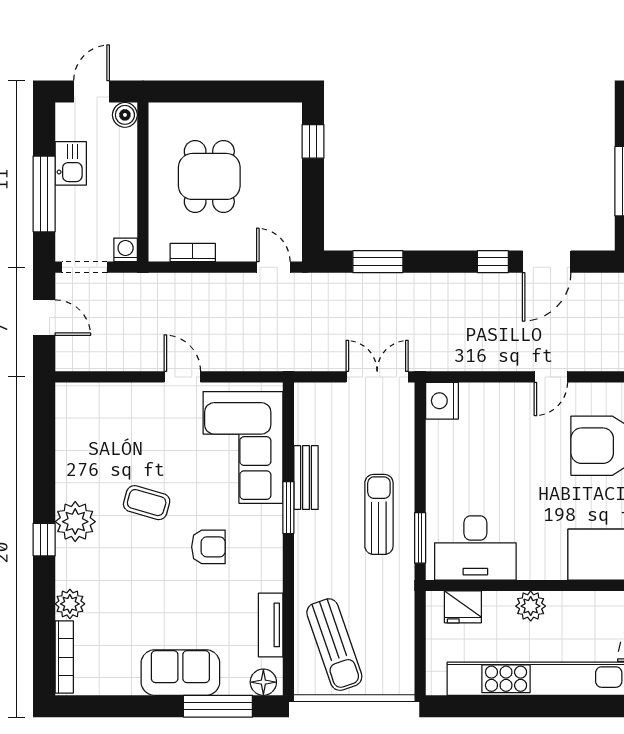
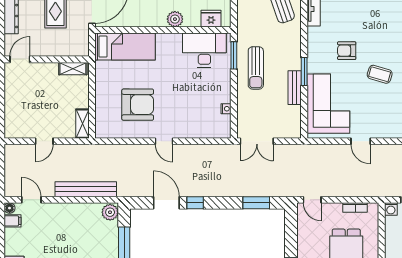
door: (547, 262) -> (166, 203), hinge flipped
door: (551, 377) -> (164, 141), swing flipped
nightstand: (442, 401) -> (226, 109), moved, width x0.53, depth x0.56

